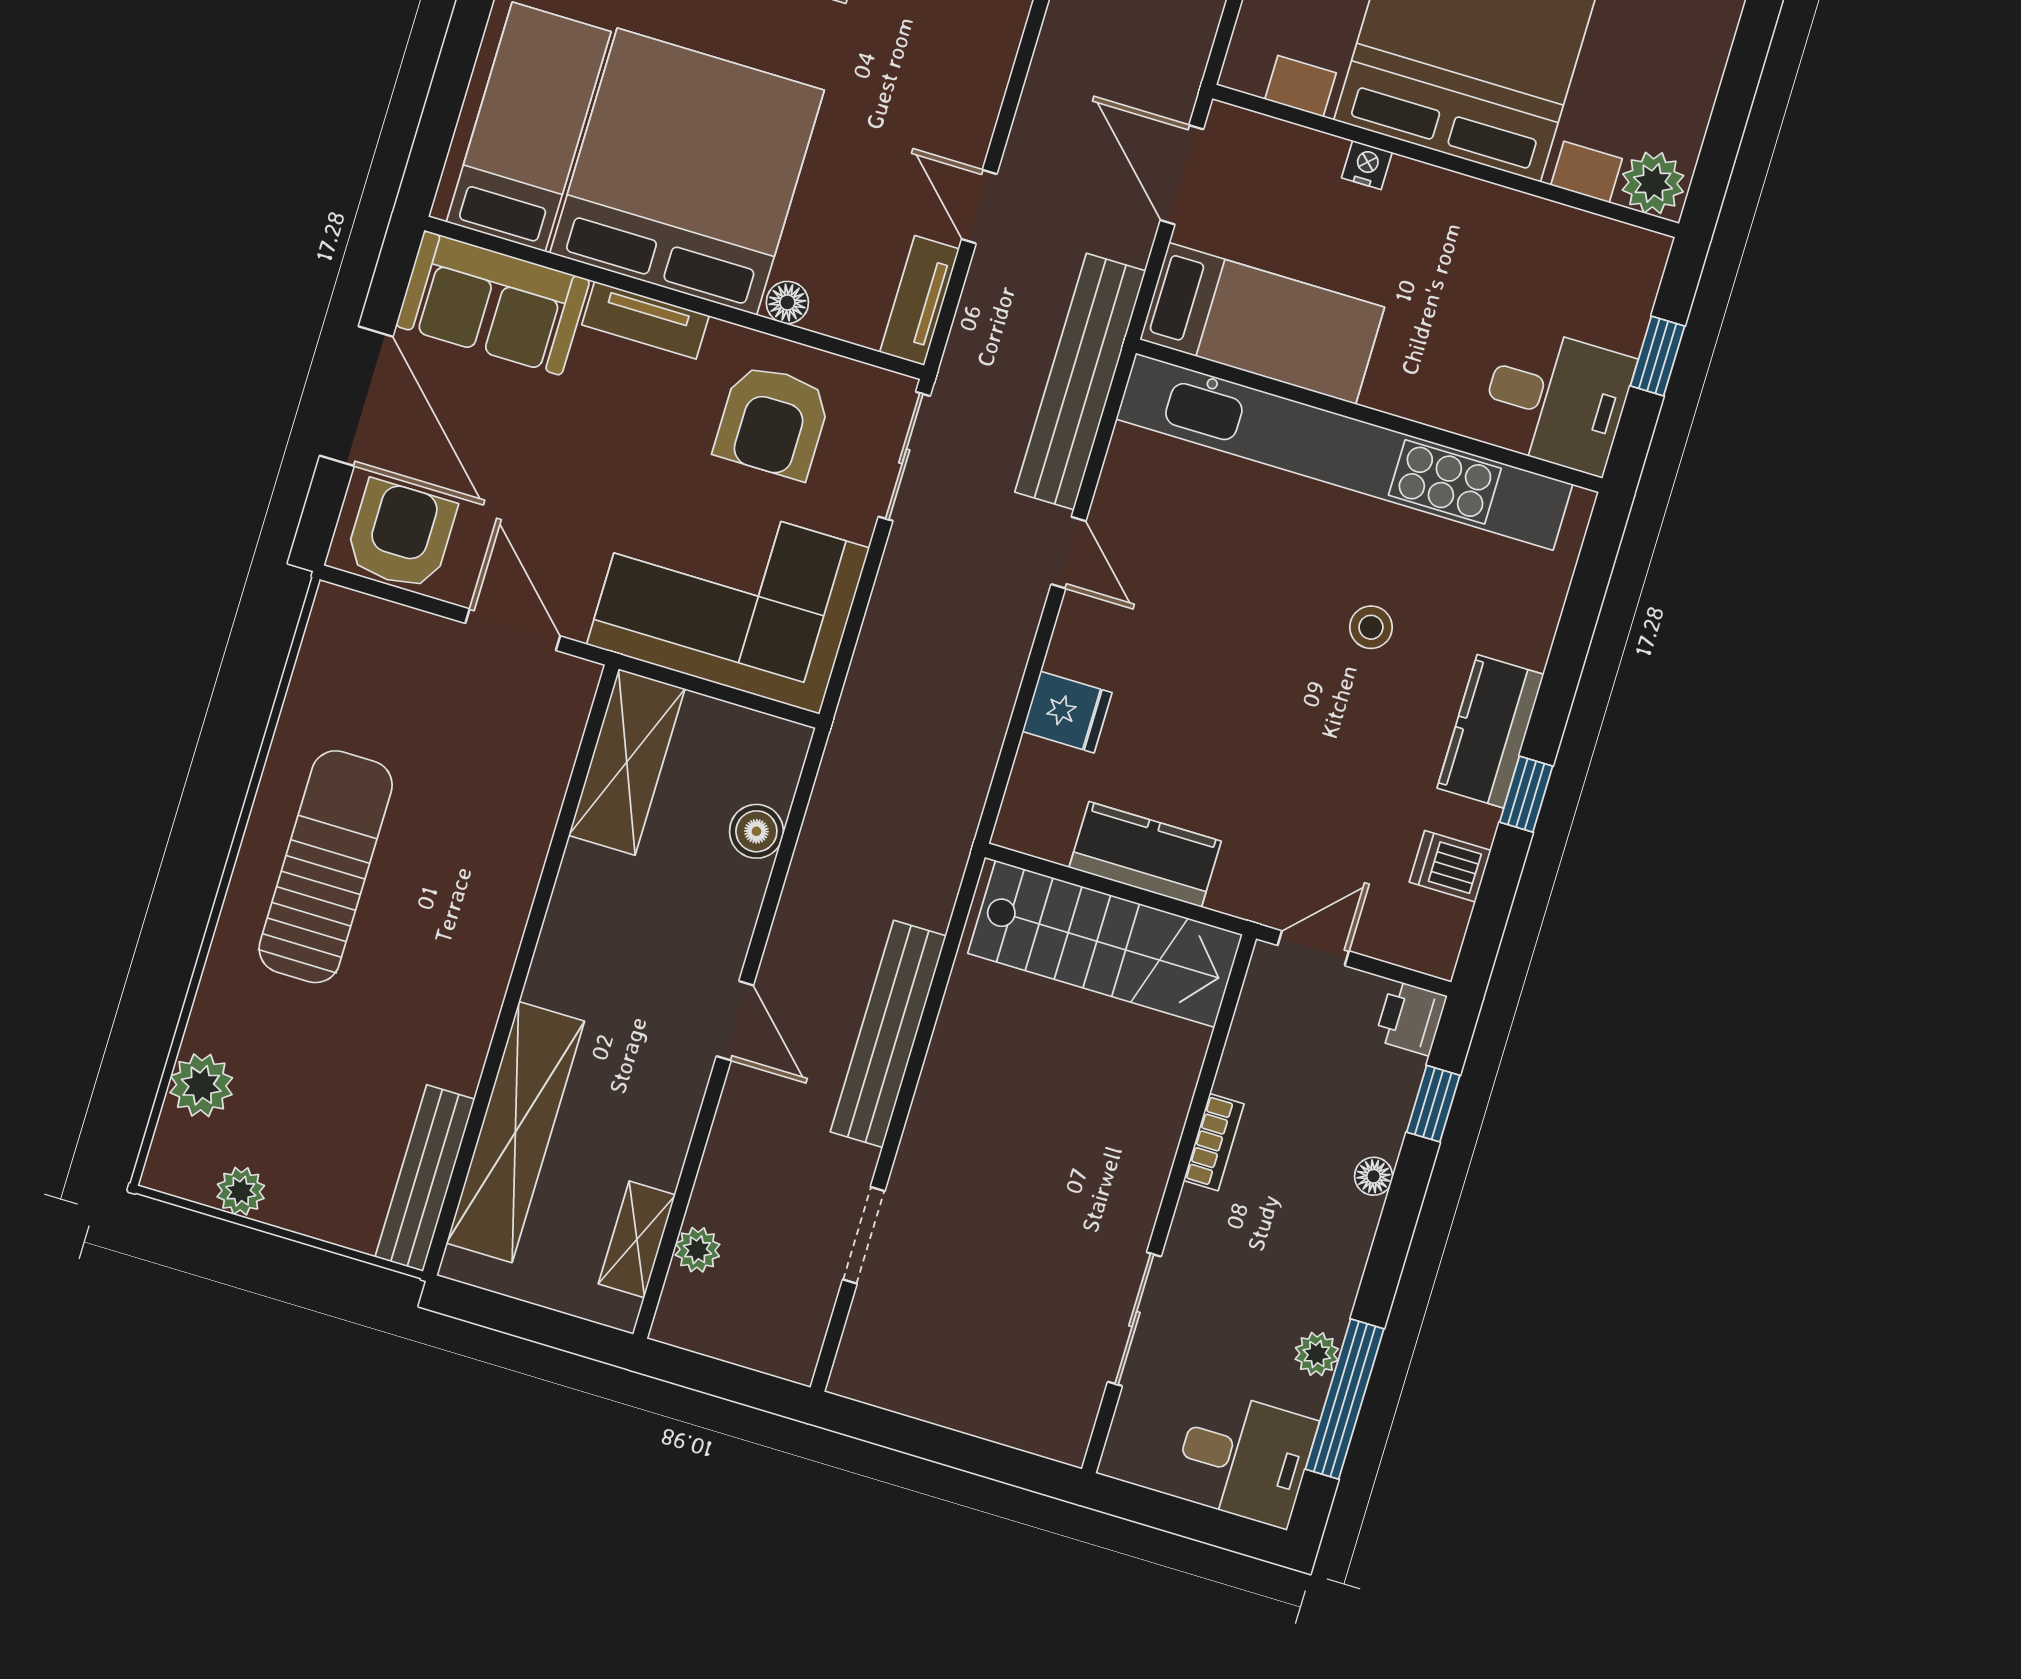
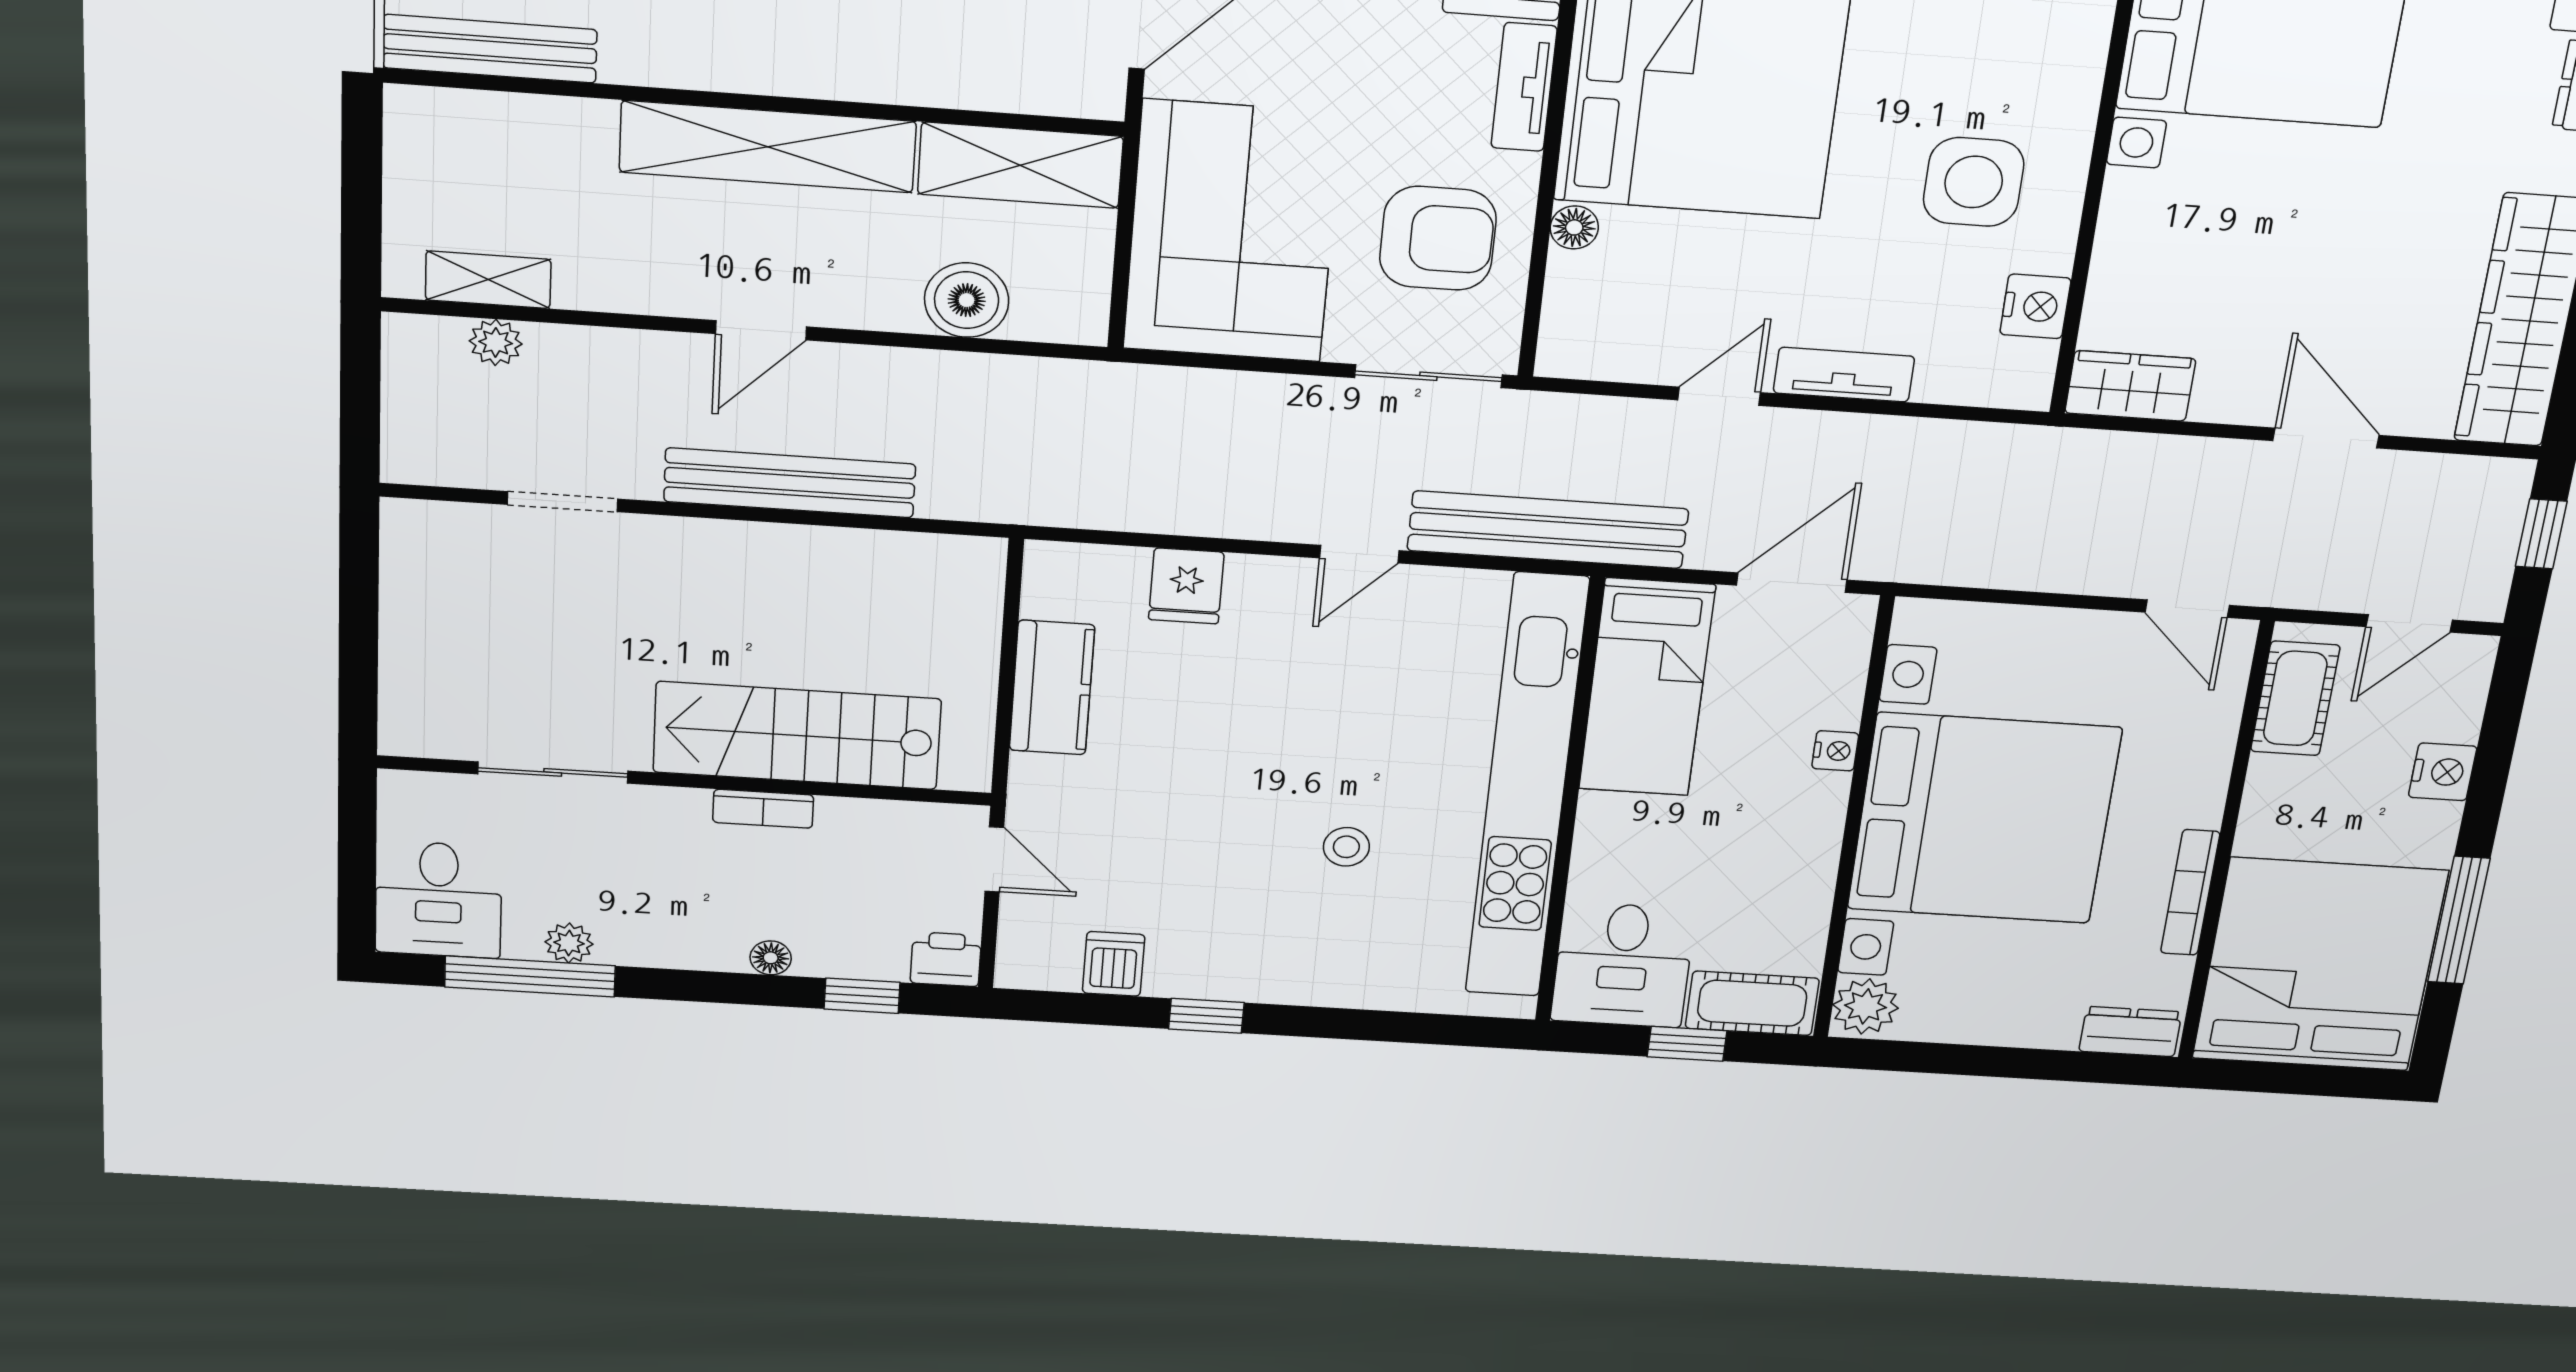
cot: (1626, 288) -> (1752, 1003), added
tv unit: (920, 300) -> (1844, 375), moved
armchair: (773, 421) -> (1438, 238), turned 180
kitchen counter: (1490, 731) -> (1264, 973), removed
boiler: (756, 831) -> (967, 300), width x1.36, depth x1.36
stairs: (1105, 944) -> (797, 736), moved, turned 90
shelving: (515, 1132) -> (768, 147), moved

